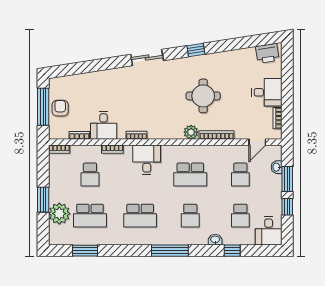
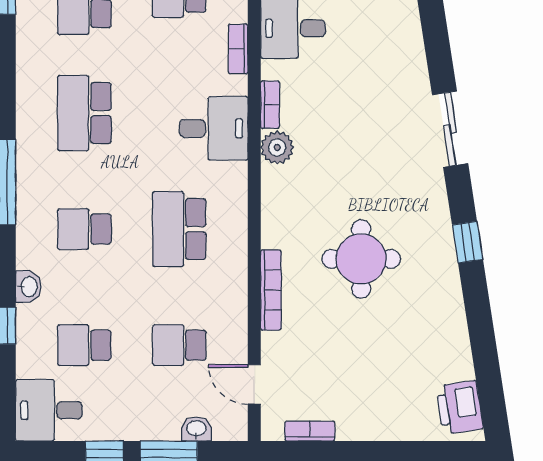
desk: (267, 92) -> (369, 406), removed
plant: (191, 132) -> (277, 148), moved

